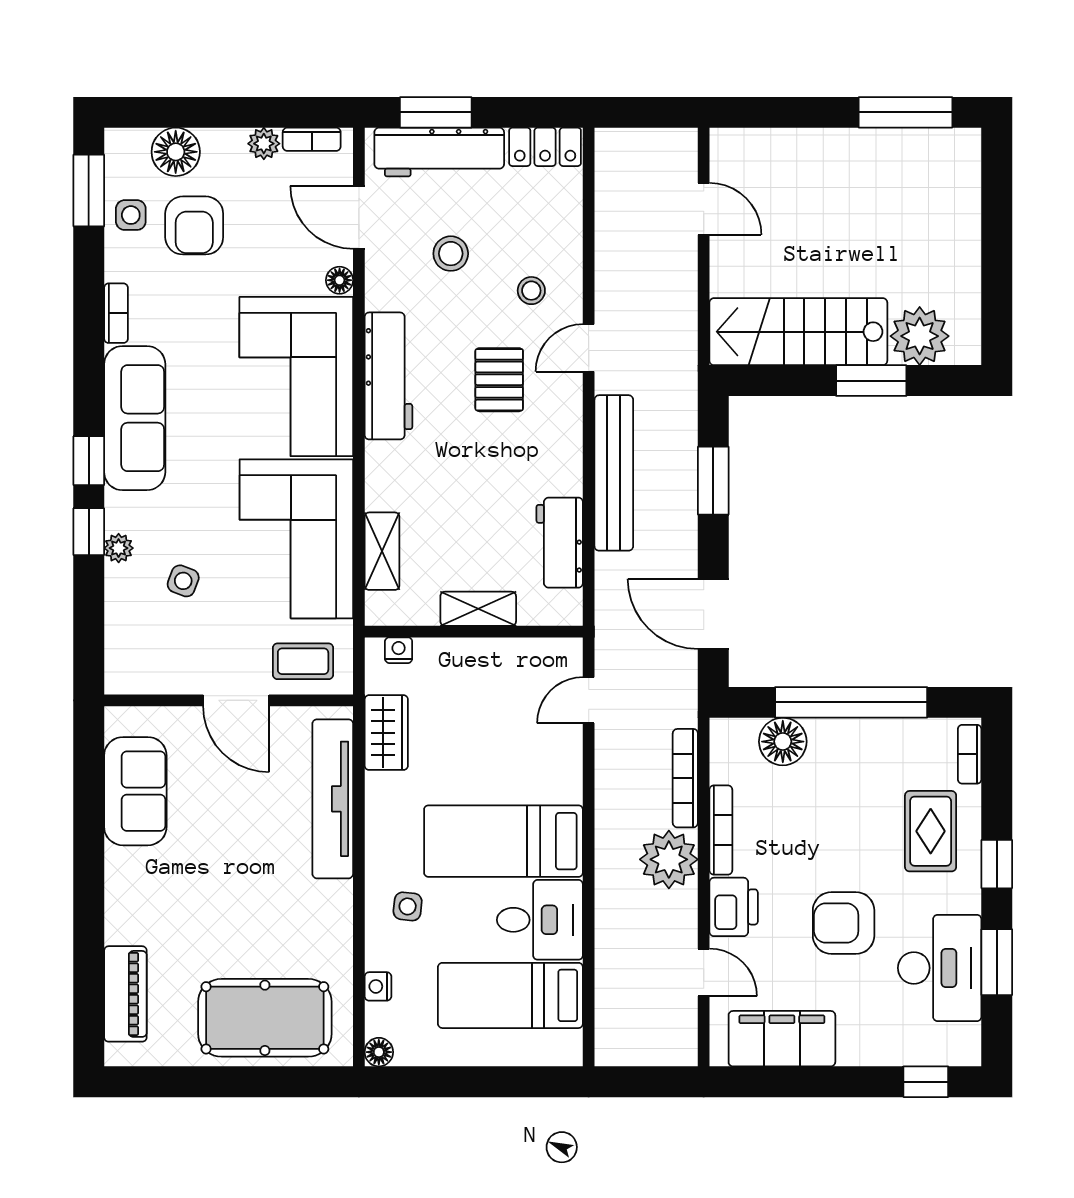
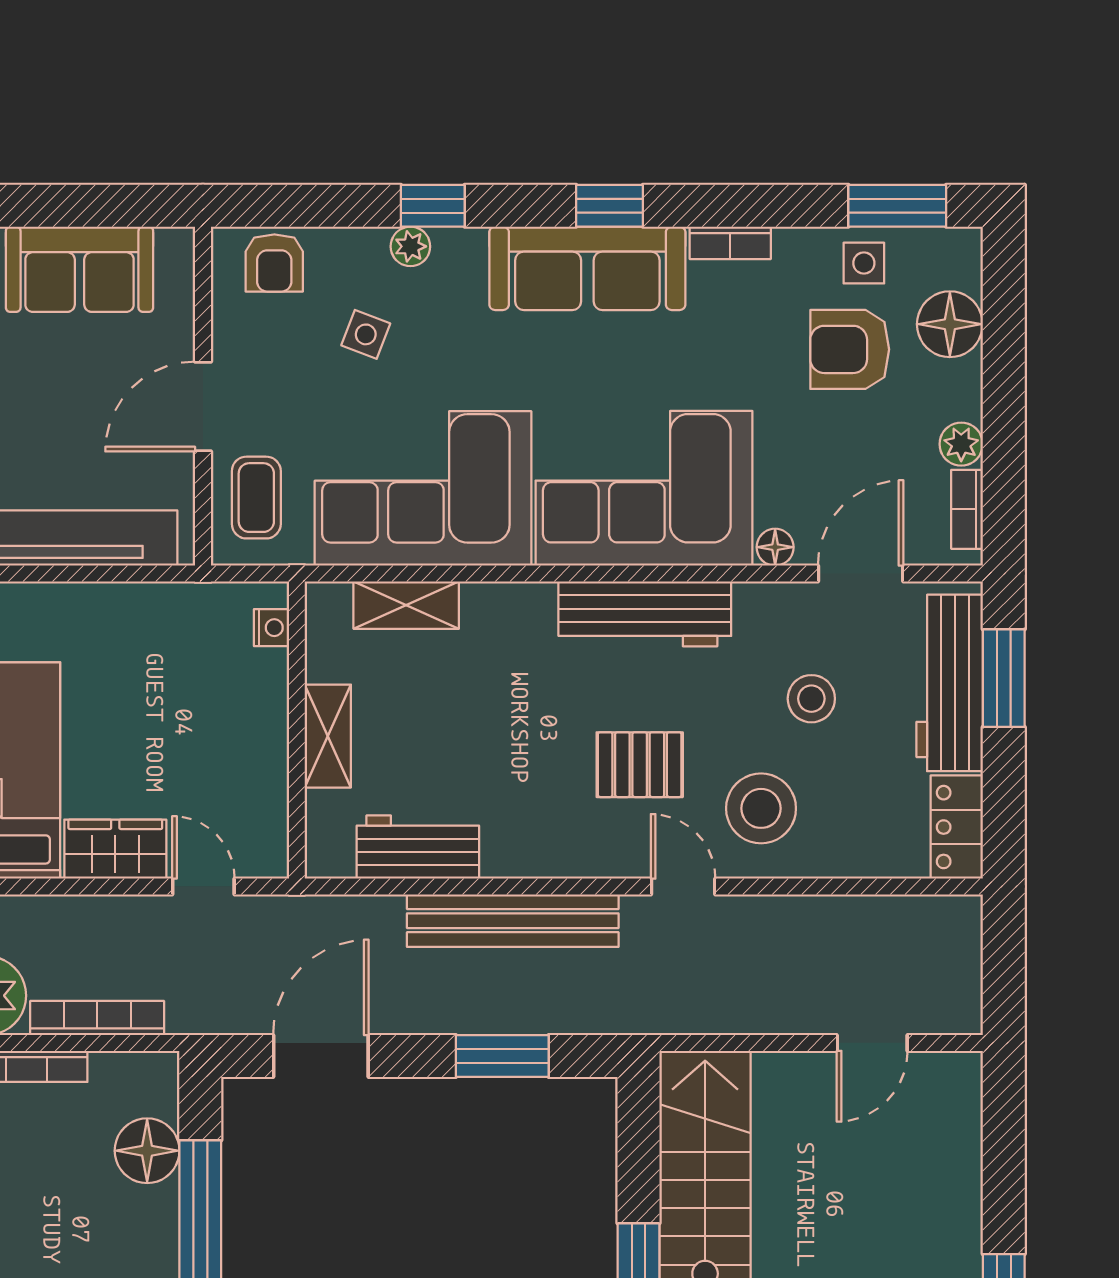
stool: (531, 291) -> (761, 808), width x1.89, depth x1.89
window: (89, 461) -> (609, 206), moved
armchair: (131, 648) -> (274, 263), added
wardrobe: (386, 733) -> (115, 849), moved, turned 180

